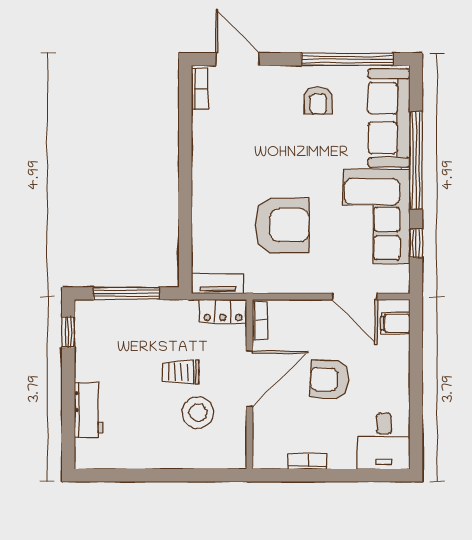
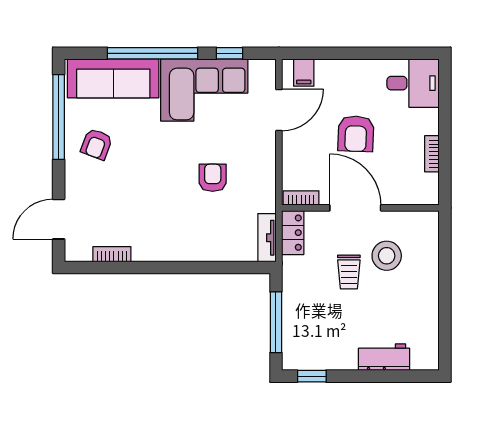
bookcase: (200, 89) -> (112, 254), moved
armchair: (318, 100) -> (97, 144), turned 111
armchair: (282, 225) -> (213, 178), width x0.53, depth x0.53

